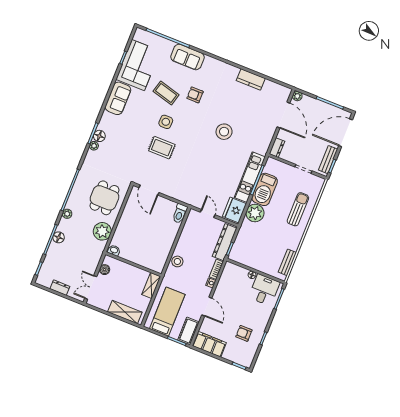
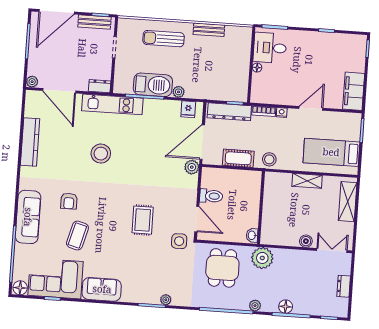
sofa: (187, 57) -> (28, 217), width x1.36
kitchen counter: (251, 79) -> (30, 142), width x1.50
door: (283, 115) -> (59, 91), swing flipped
side table: (166, 122) -> (179, 241), moved
door: (346, 133) -> (57, 12), hinge flipped
floor lamp: (99, 136) -> (20, 288), moved
kitchen unit: (250, 177) -> (112, 104), moved
door: (149, 190) -> (197, 219), hinge flipped
dining table: (104, 198) -> (222, 268), turned 90
plant: (191, 199) -> (192, 167), added
fridge: (235, 210) -> (188, 109), width x0.53, depth x0.75
plant: (255, 213) -> (179, 92), width x0.53, depth x0.53
toilet: (180, 214) -> (211, 196), moved
door: (208, 214) -> (202, 142), width x1.88
washbasin: (114, 250) -> (252, 235), moved
bench: (287, 262) -> (209, 30), moved
wall: (133, 264) -> (261, 208), moved
double door: (91, 287) -> (332, 251), swing flipped
cot: (188, 331) -> (238, 158), moved
armchair: (244, 333) -> (328, 55), removed

